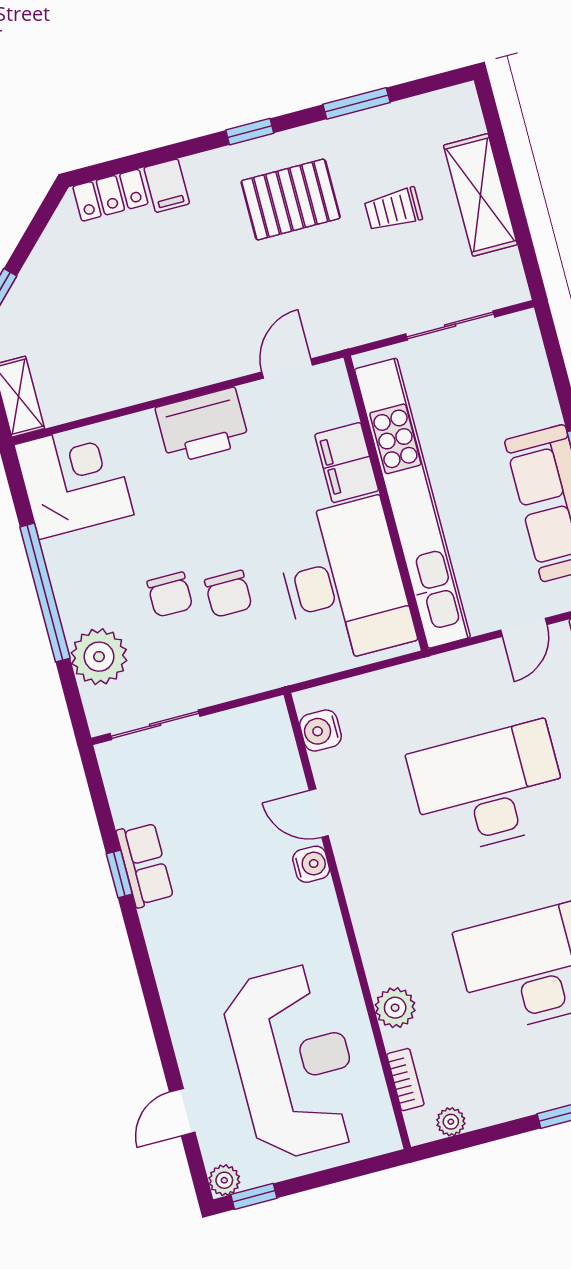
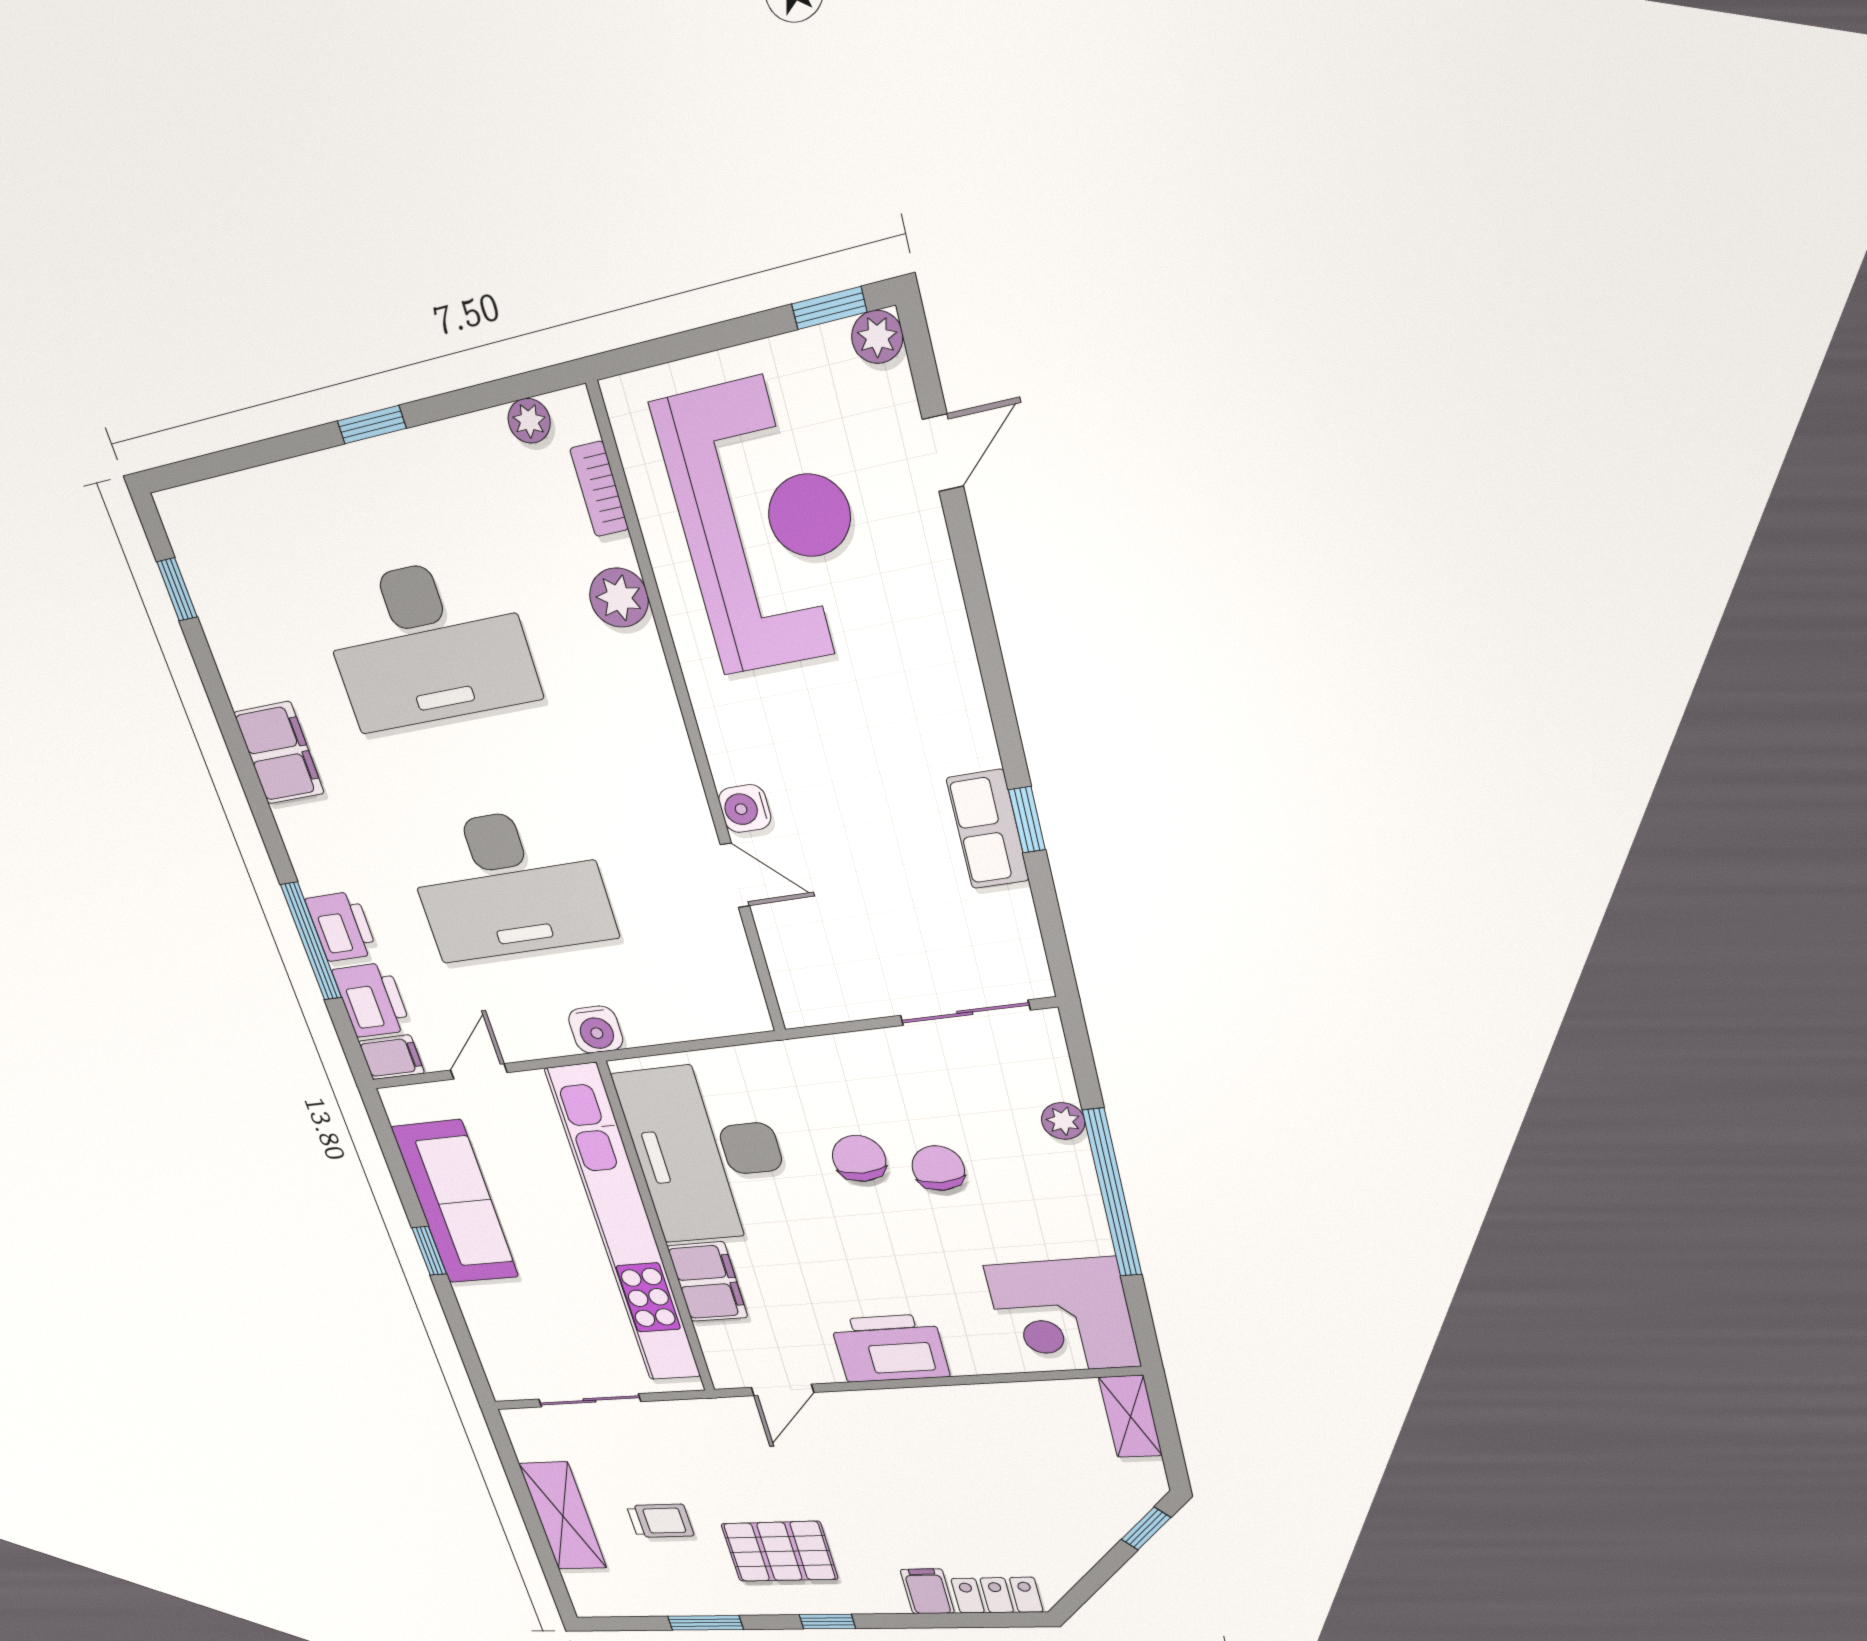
plant: (99, 657) -> (1063, 1121), width x0.53, depth x0.53
water cooler: (320, 731) -> (596, 1030), moved, turned 90
reception desk: (294, 1062) -> (767, 525), turned 180

